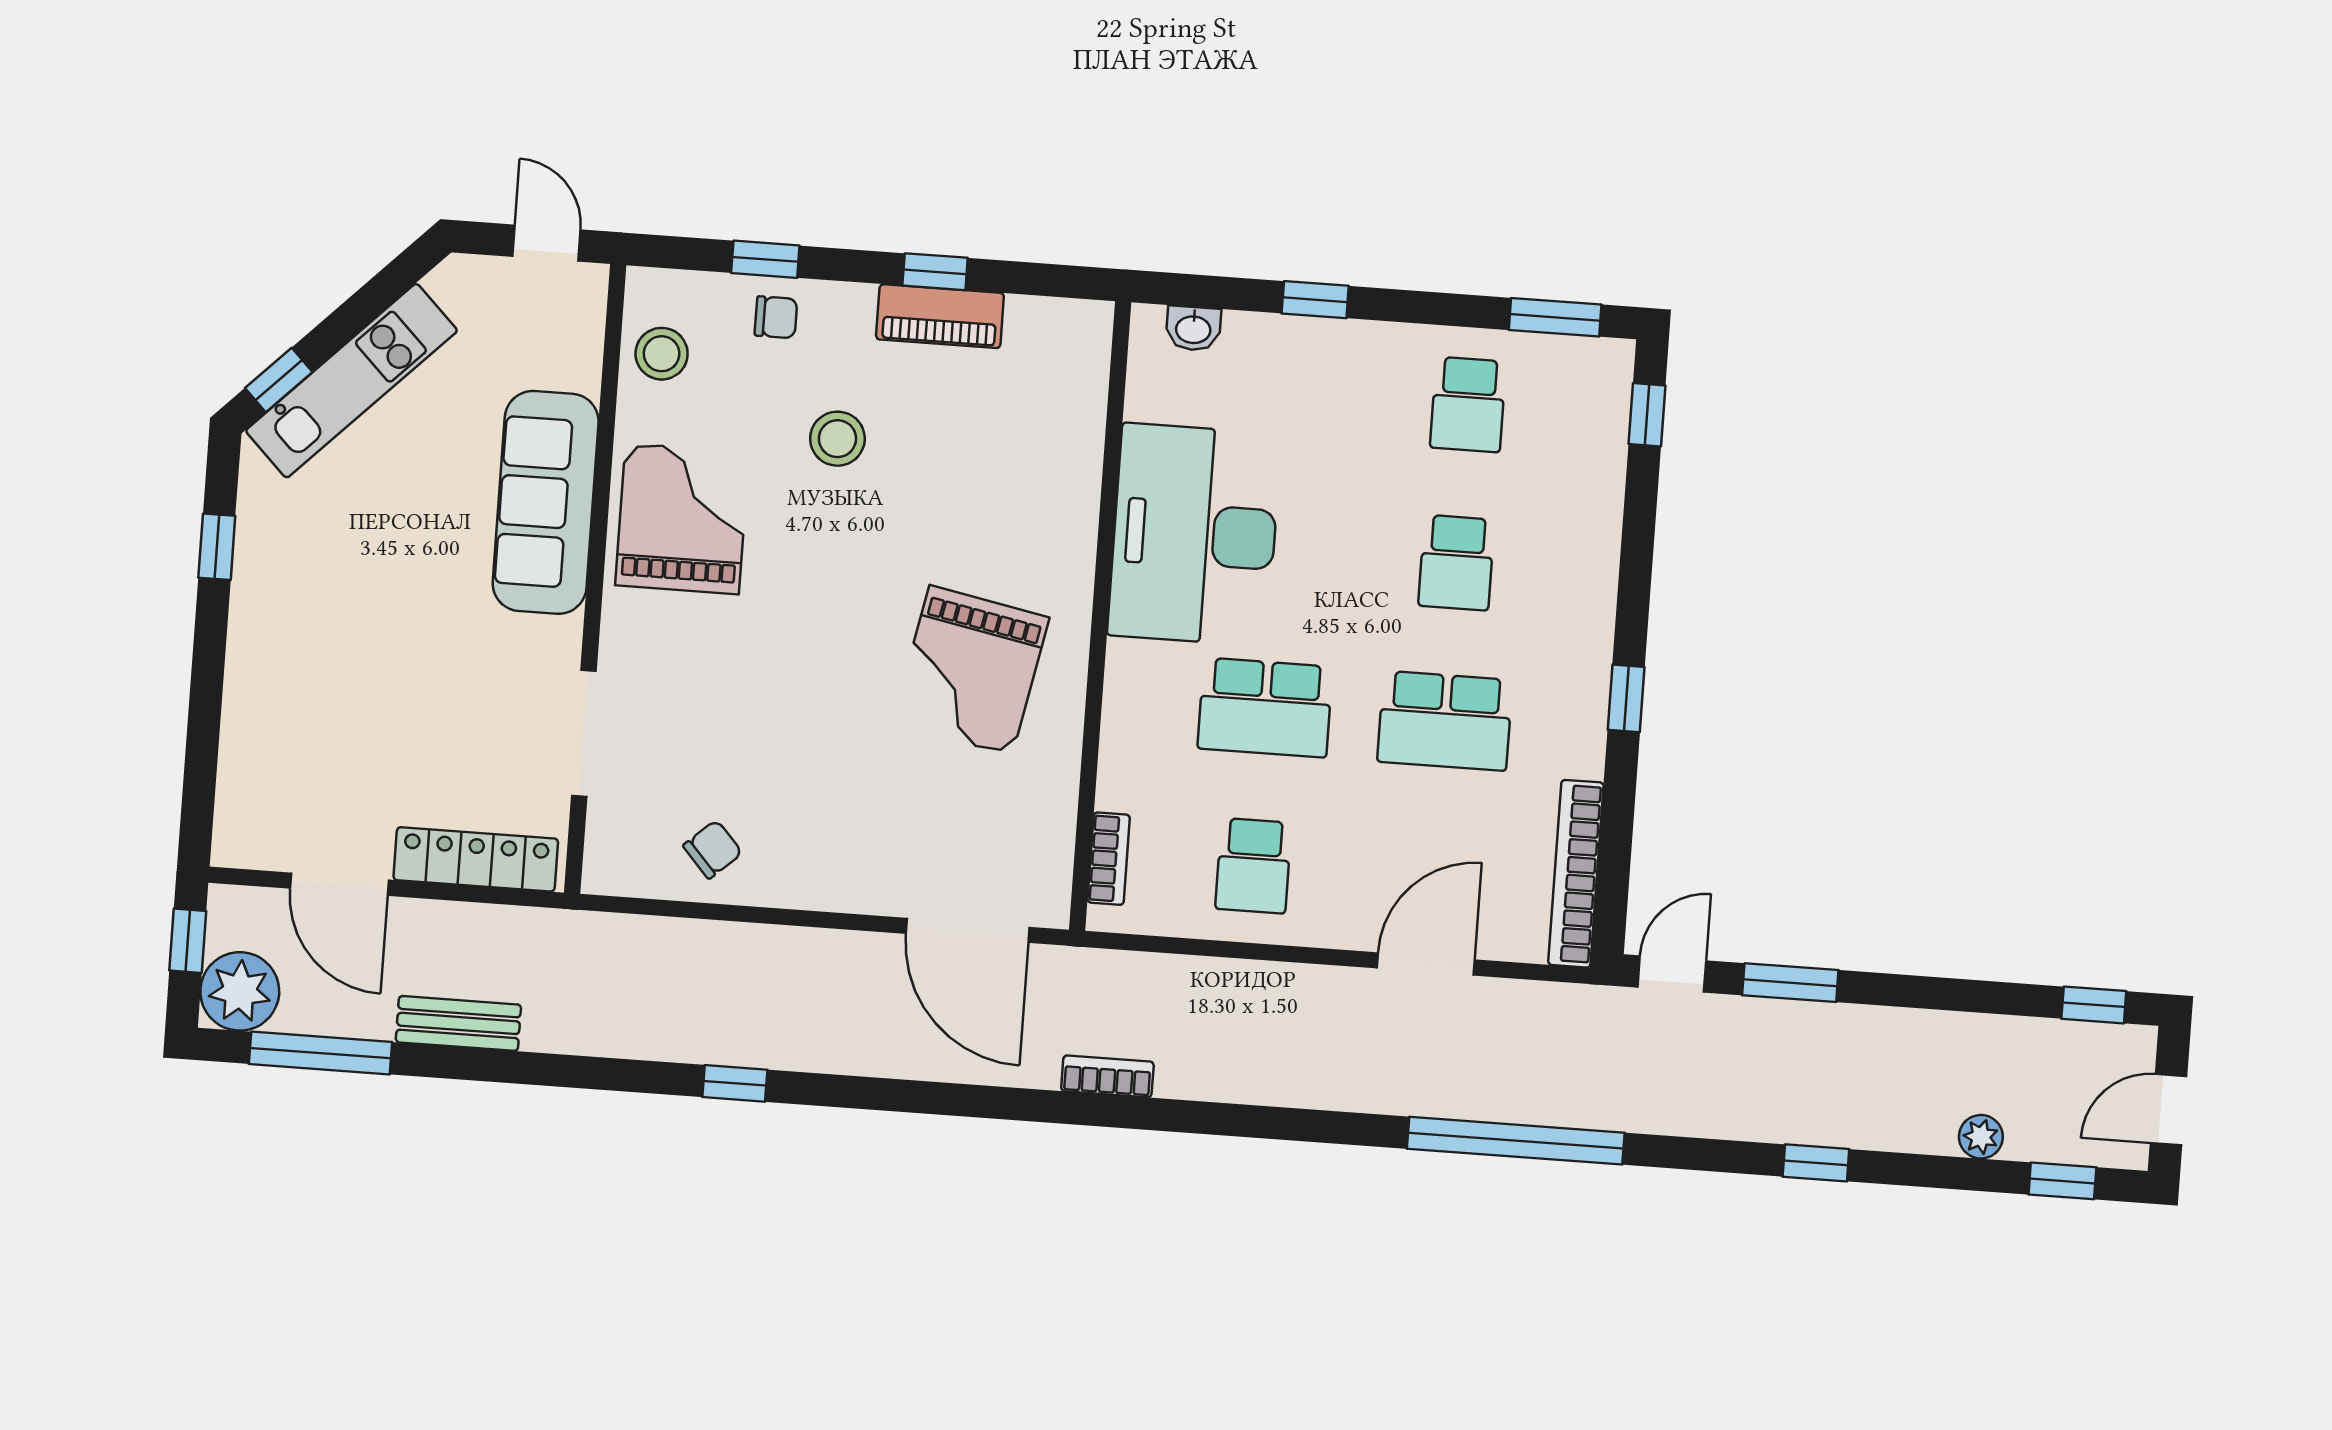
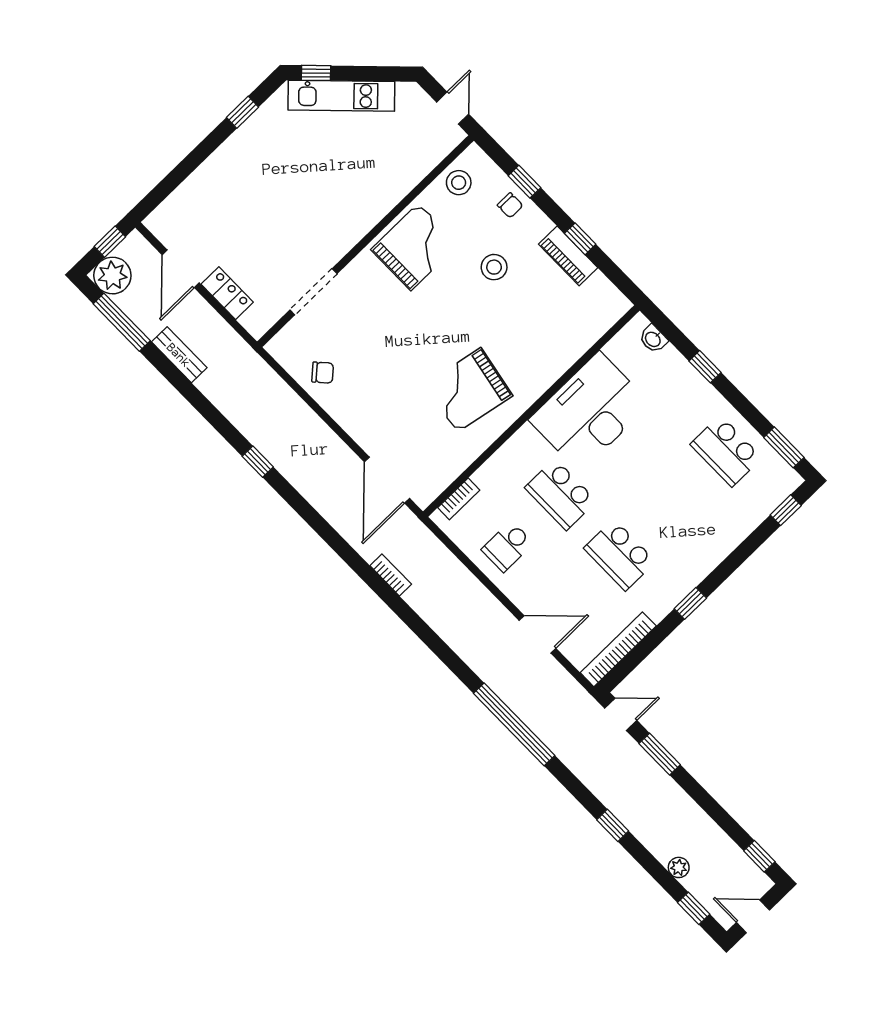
school desk: (1468, 405) -> (726, 451), width x1.85
sofa: (546, 502) -> (372, 199), removed
school desk: (1456, 563) -> (673, 503), removed
locker: (476, 859) -> (227, 293), width x0.66

